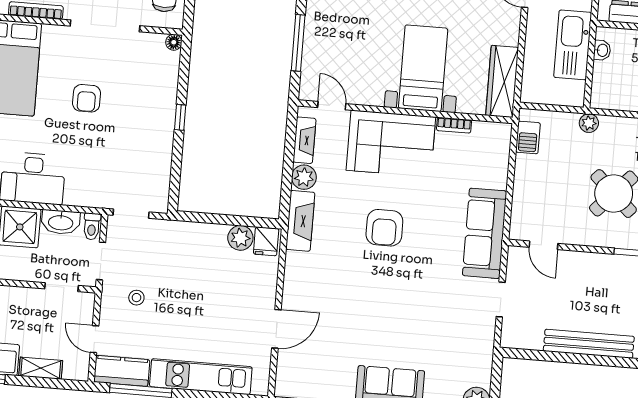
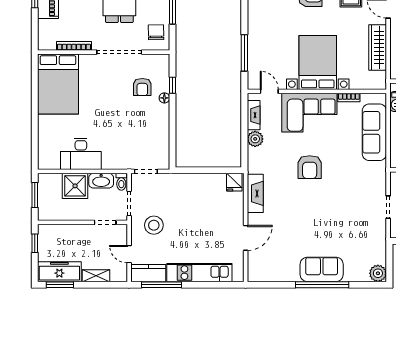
floor lamp: (174, 42) -> (164, 98), moved
bed with nightstands: (423, 68) -> (318, 62), width x1.36
wardrobe: (502, 81) -> (378, 48), moved
armchair: (87, 98) -> (142, 87), moved
window: (180, 117) -> (172, 85), moved
fireplace: (300, 221) -> (255, 193), moved
sofa: (485, 233) -> (374, 132), moved
plant: (240, 238) -> (218, 181), removed
stool: (136, 298) -> (154, 225), width x1.89, depth x1.89

